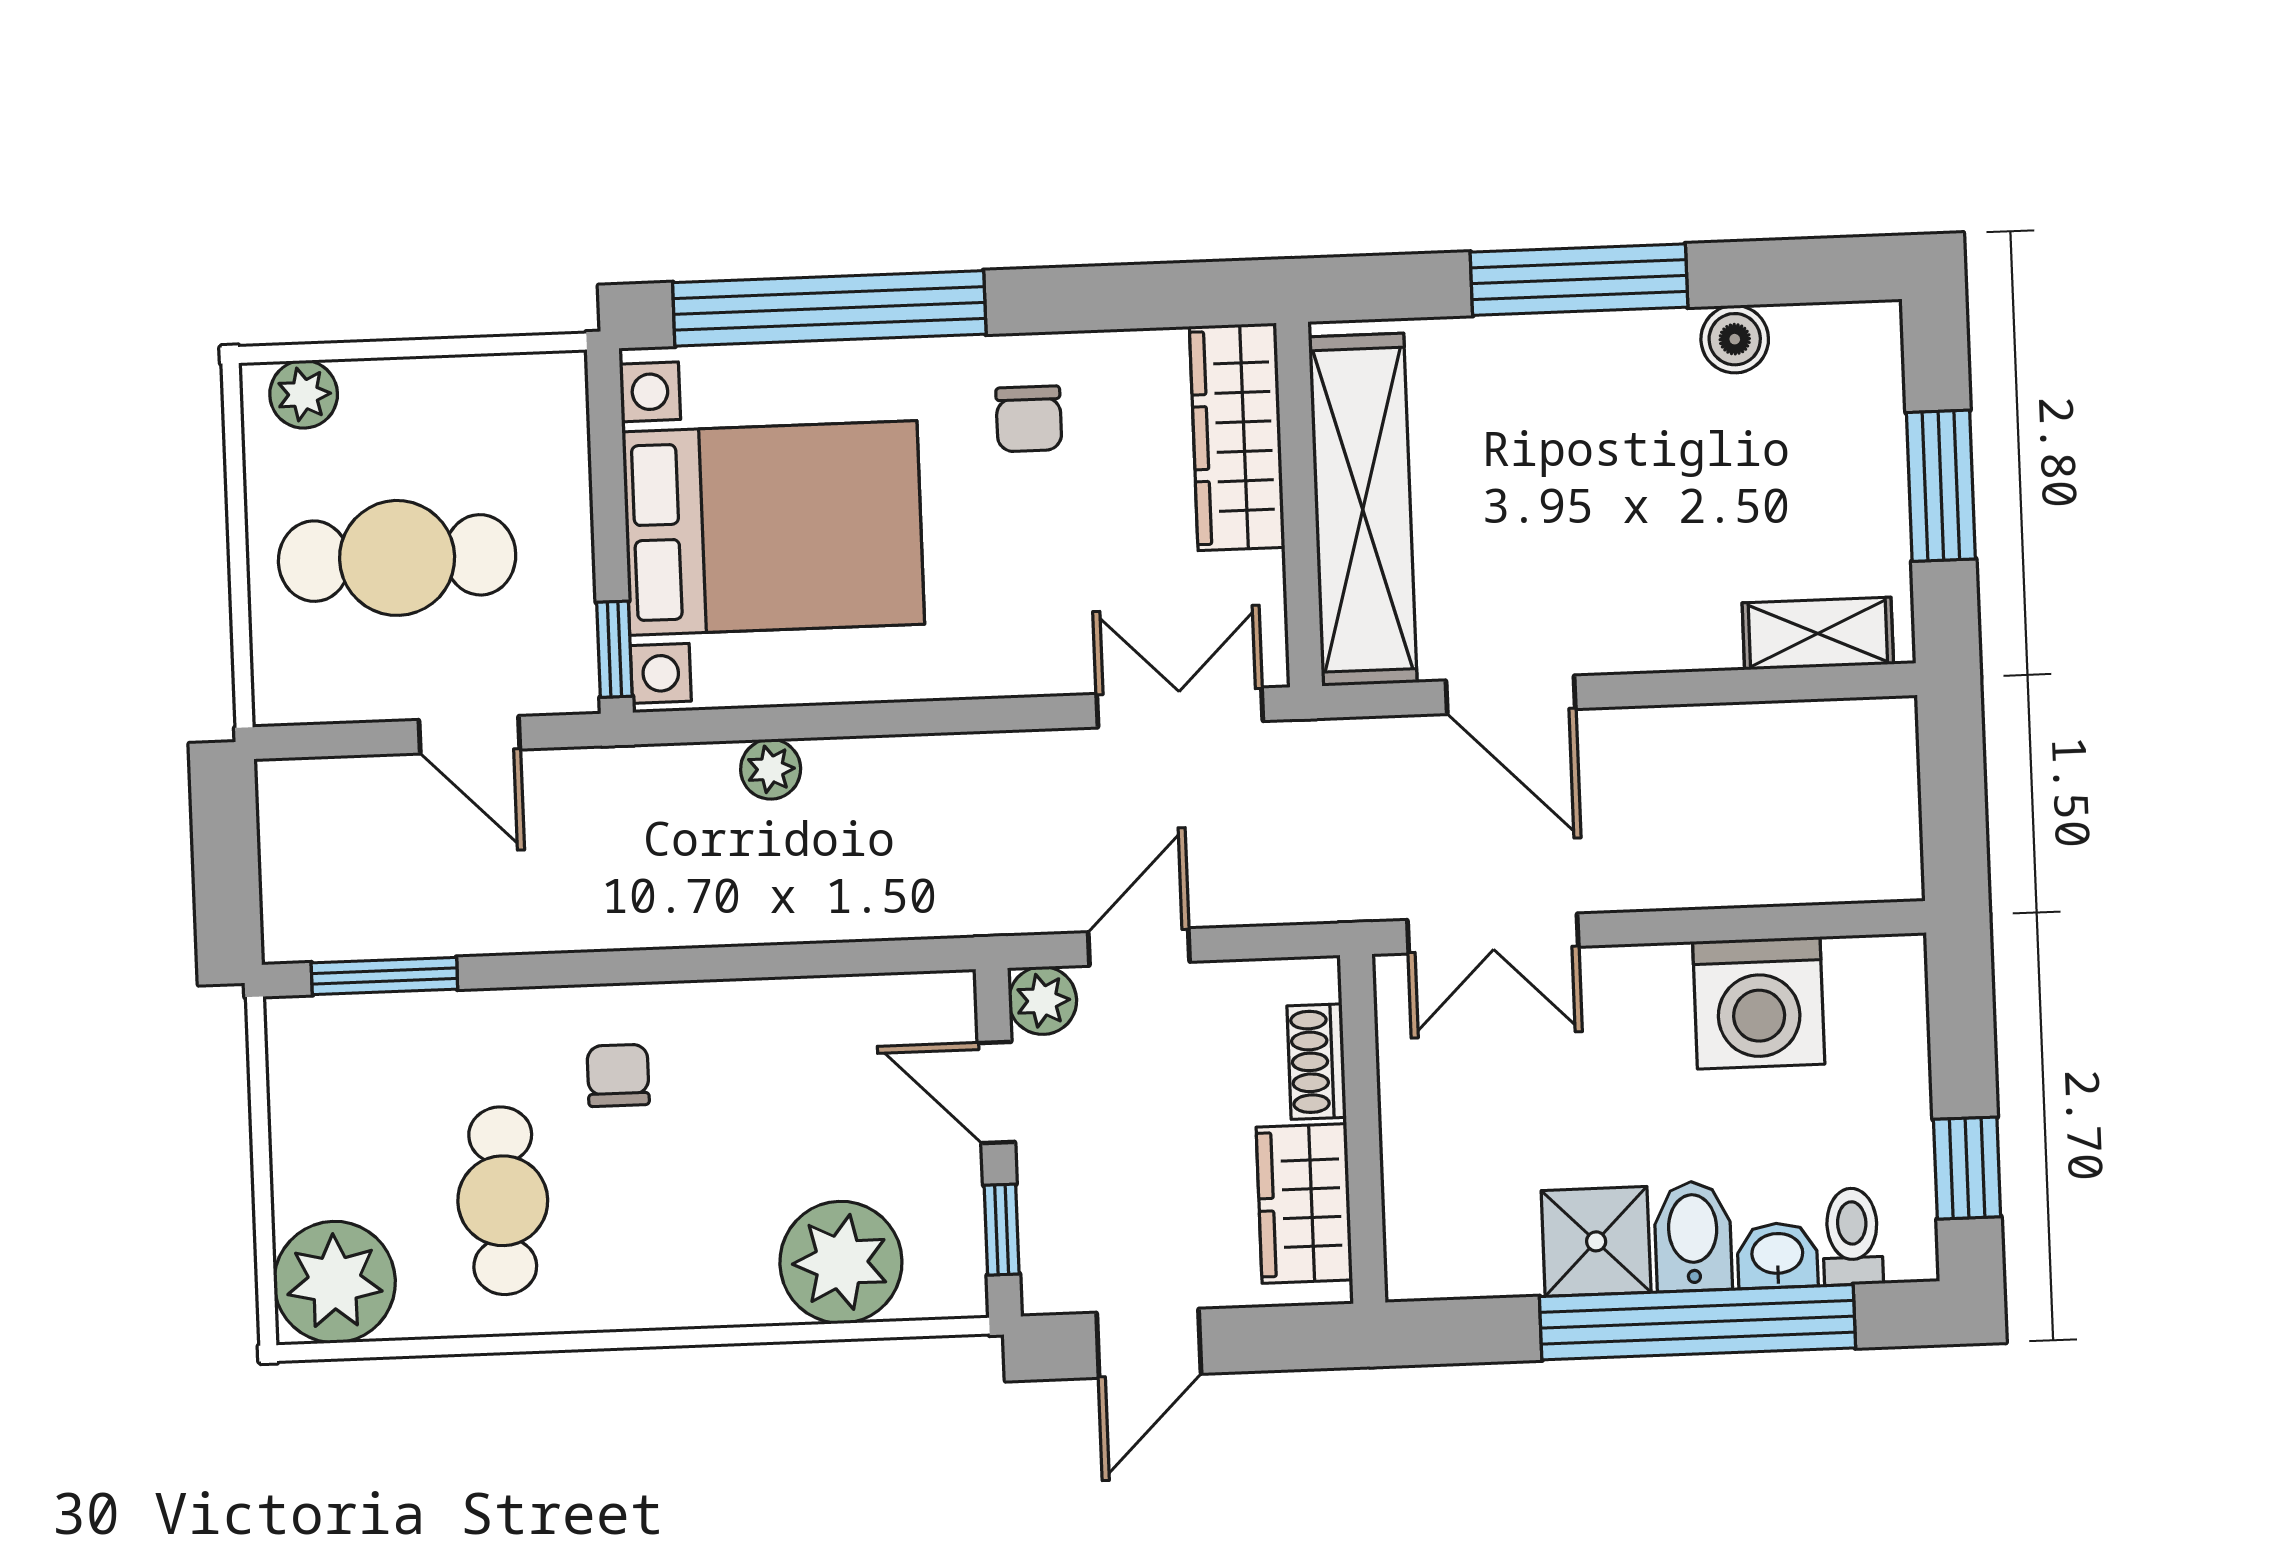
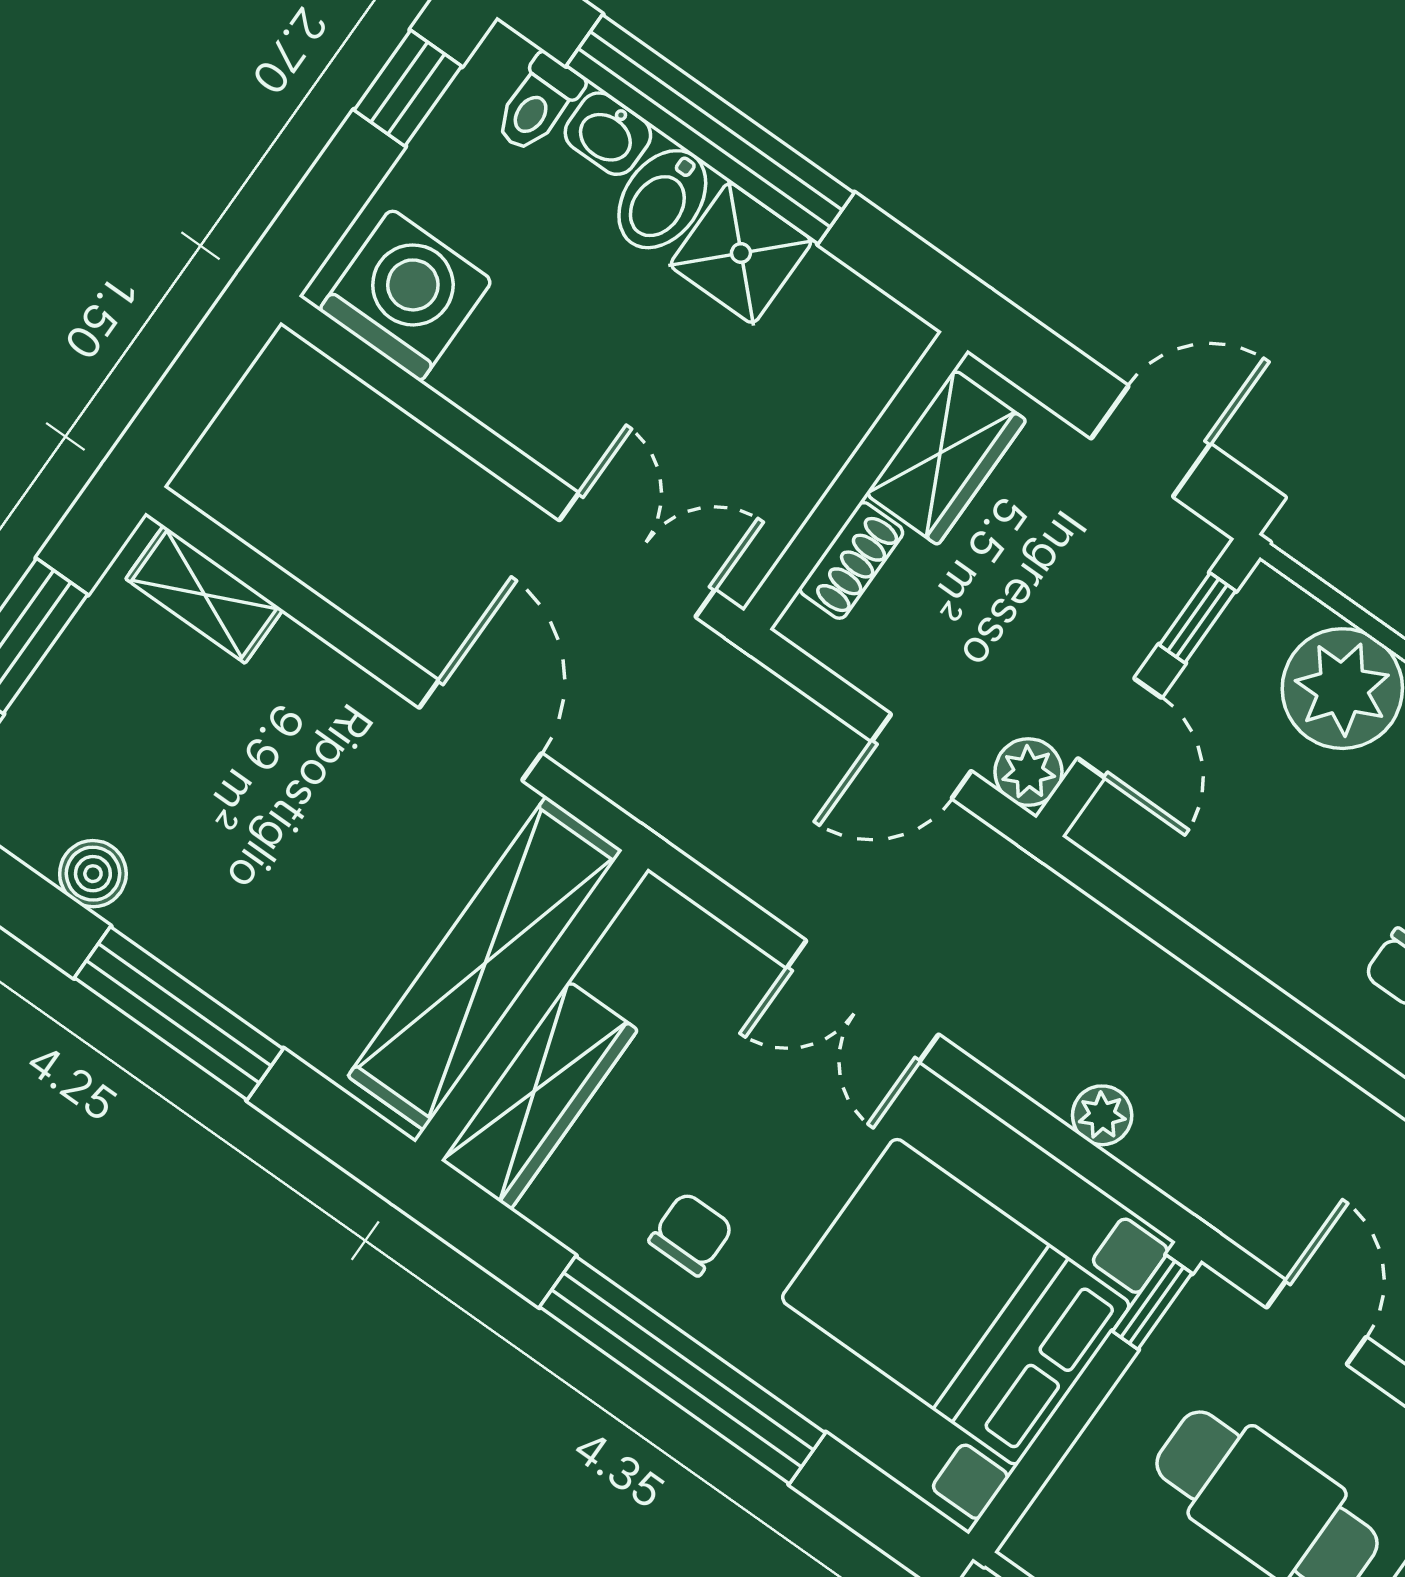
window: (829, 308) -> (682, 1370), moved
double door: (1180, 707) -> (863, 1001), moved
washing machine: (1759, 1003) -> (406, 295), moved

